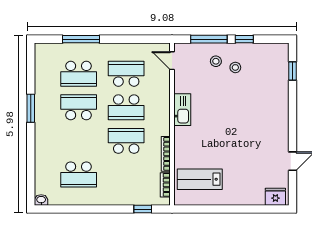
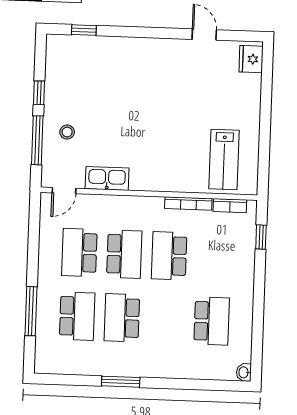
stool: (235, 67) -> (76, 106), removed
kitchen sink: (182, 110) -> (107, 178), moved

